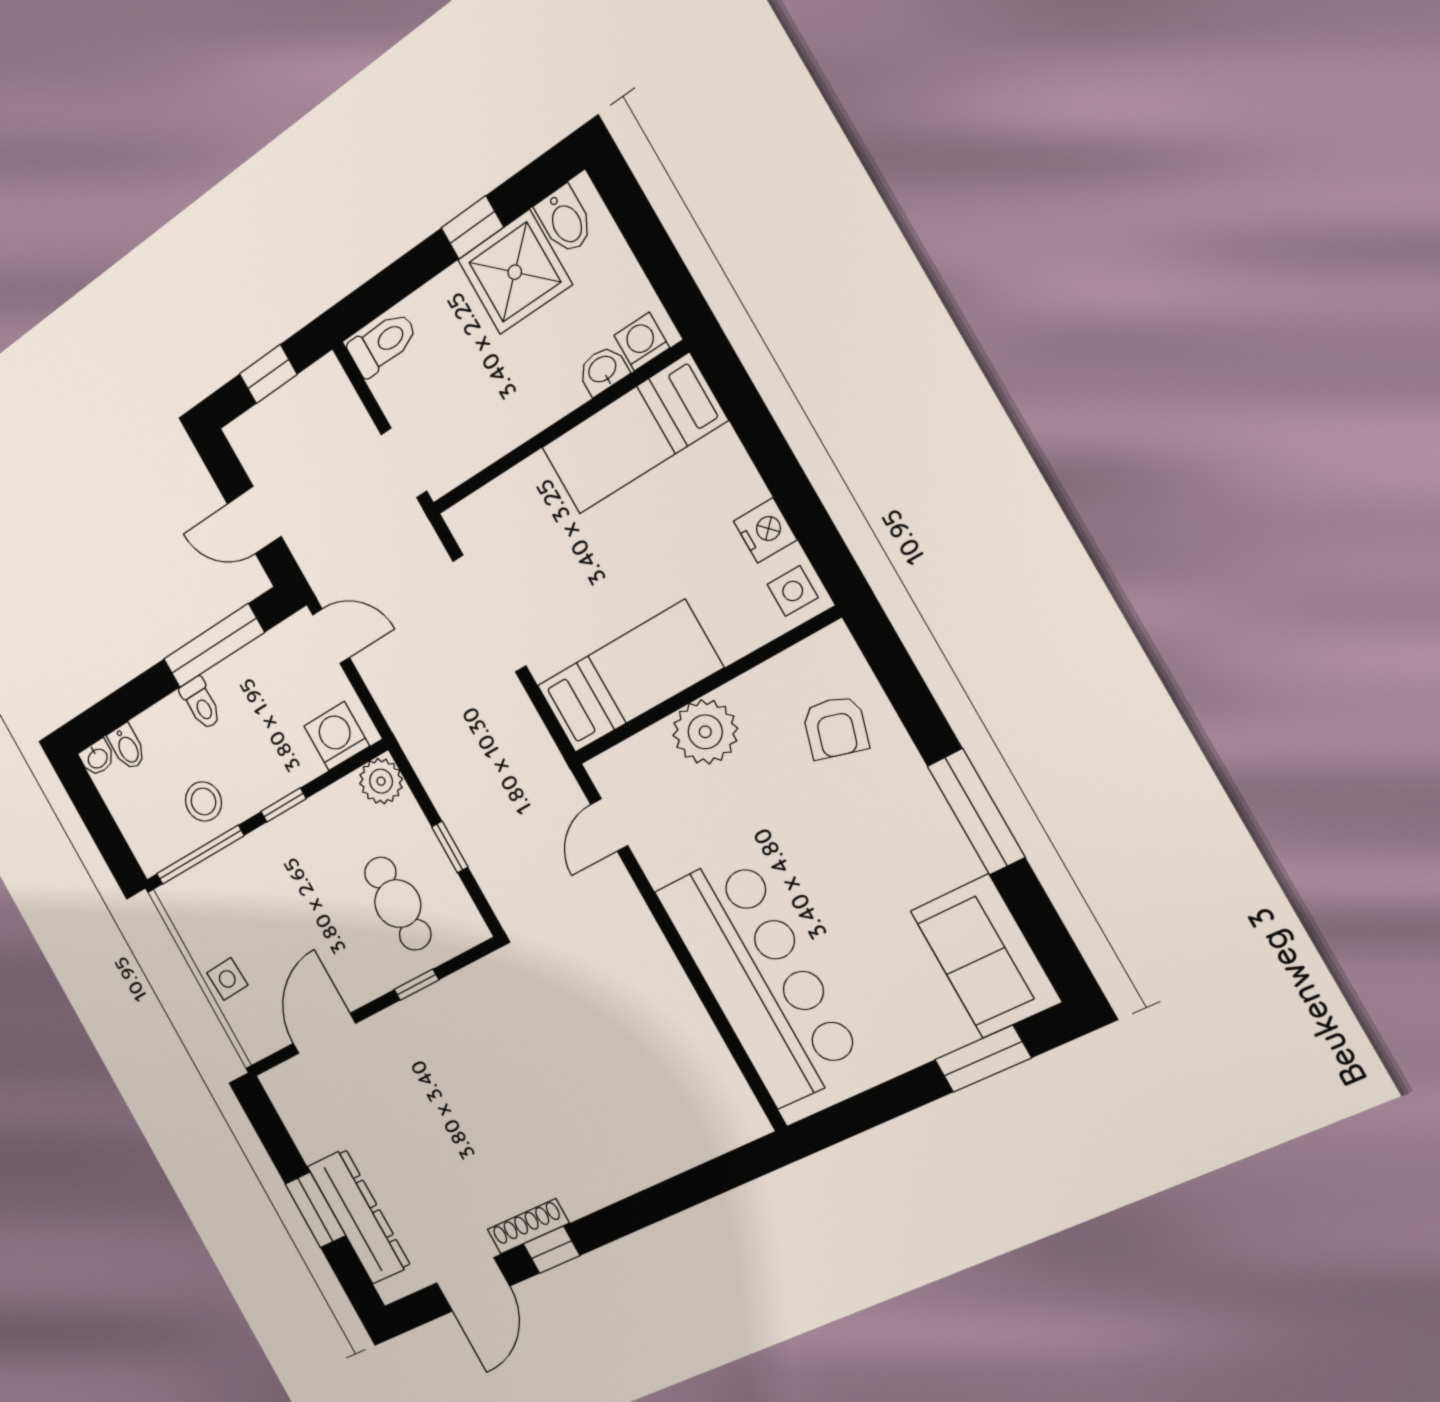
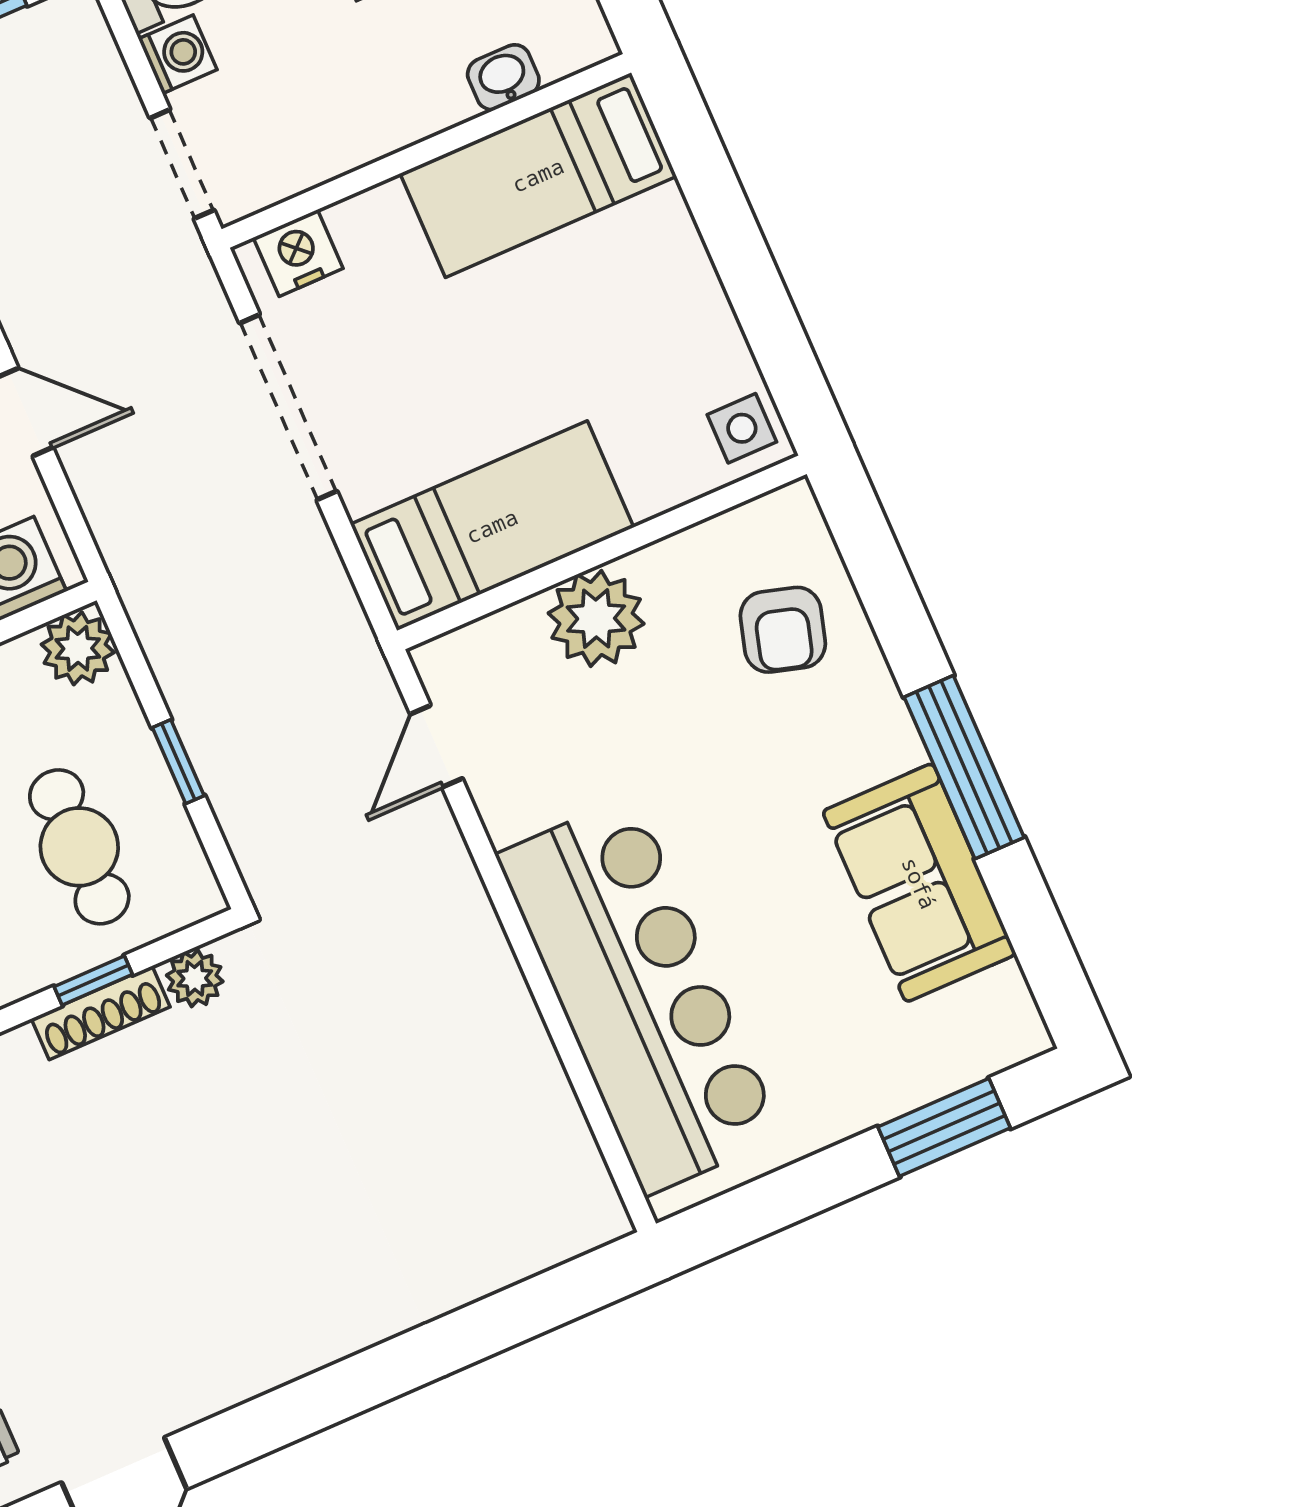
washing machine: (642, 342) -> (178, 54), moved, turned 90
nightstand: (765, 530) -> (298, 253), moved, turned -90
sofa: (986, 956) -> (919, 883), moved
plant: (476, 981) -> (195, 978), added
shoe rack: (528, 1226) -> (101, 1013), moved, turned 180
window: (552, 1250) -> (264, 1424), removed

